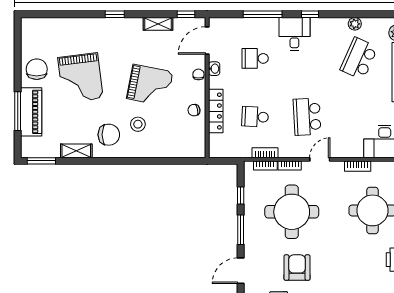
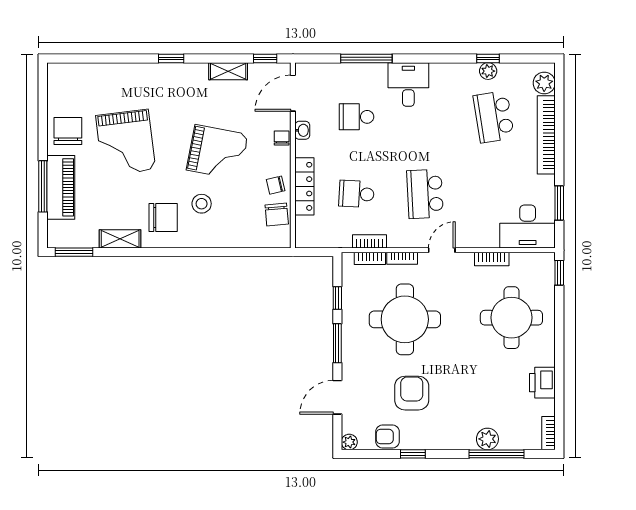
window: (310, 14) -> (488, 59), moved
school desk: (359, 58) -> (494, 117), turned -33
chair: (195, 132) -> (277, 215), added

